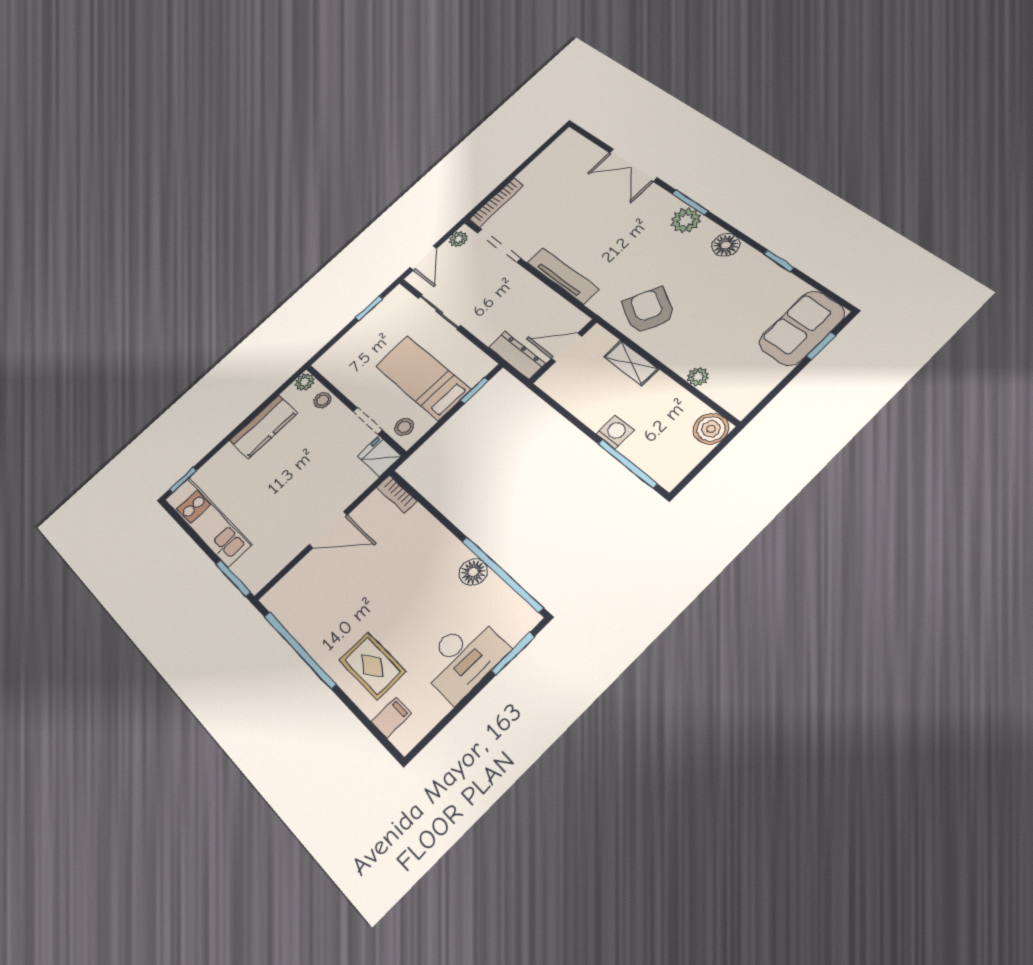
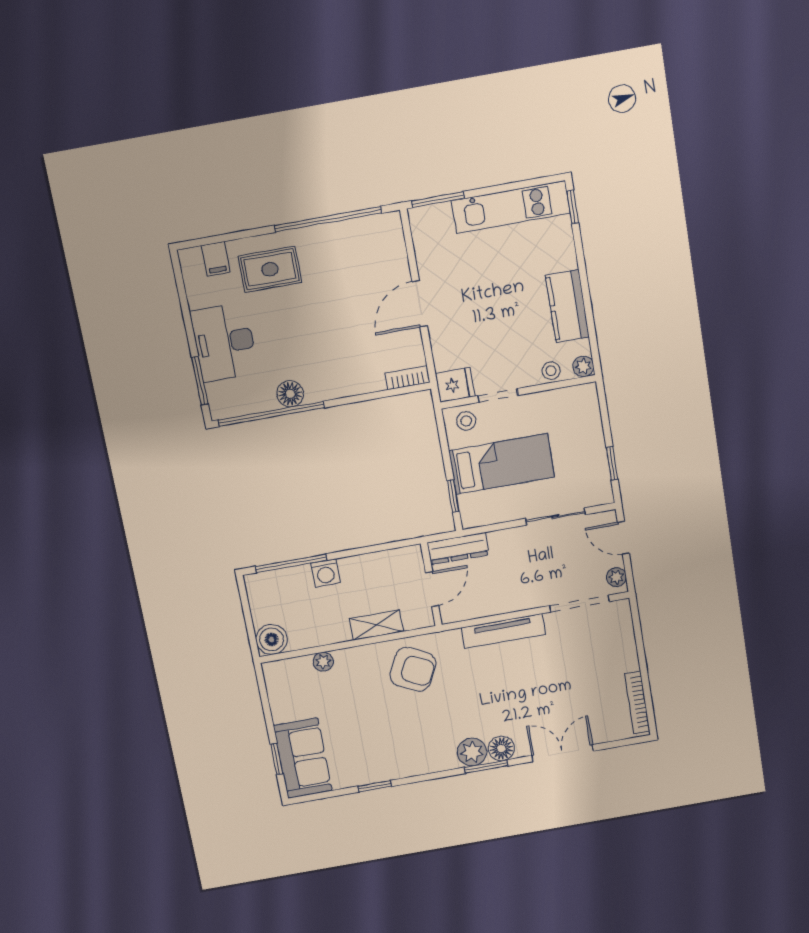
bookcase: (497, 202) -> (637, 702), moved
floor lamp: (726, 245) -> (501, 748), moved

